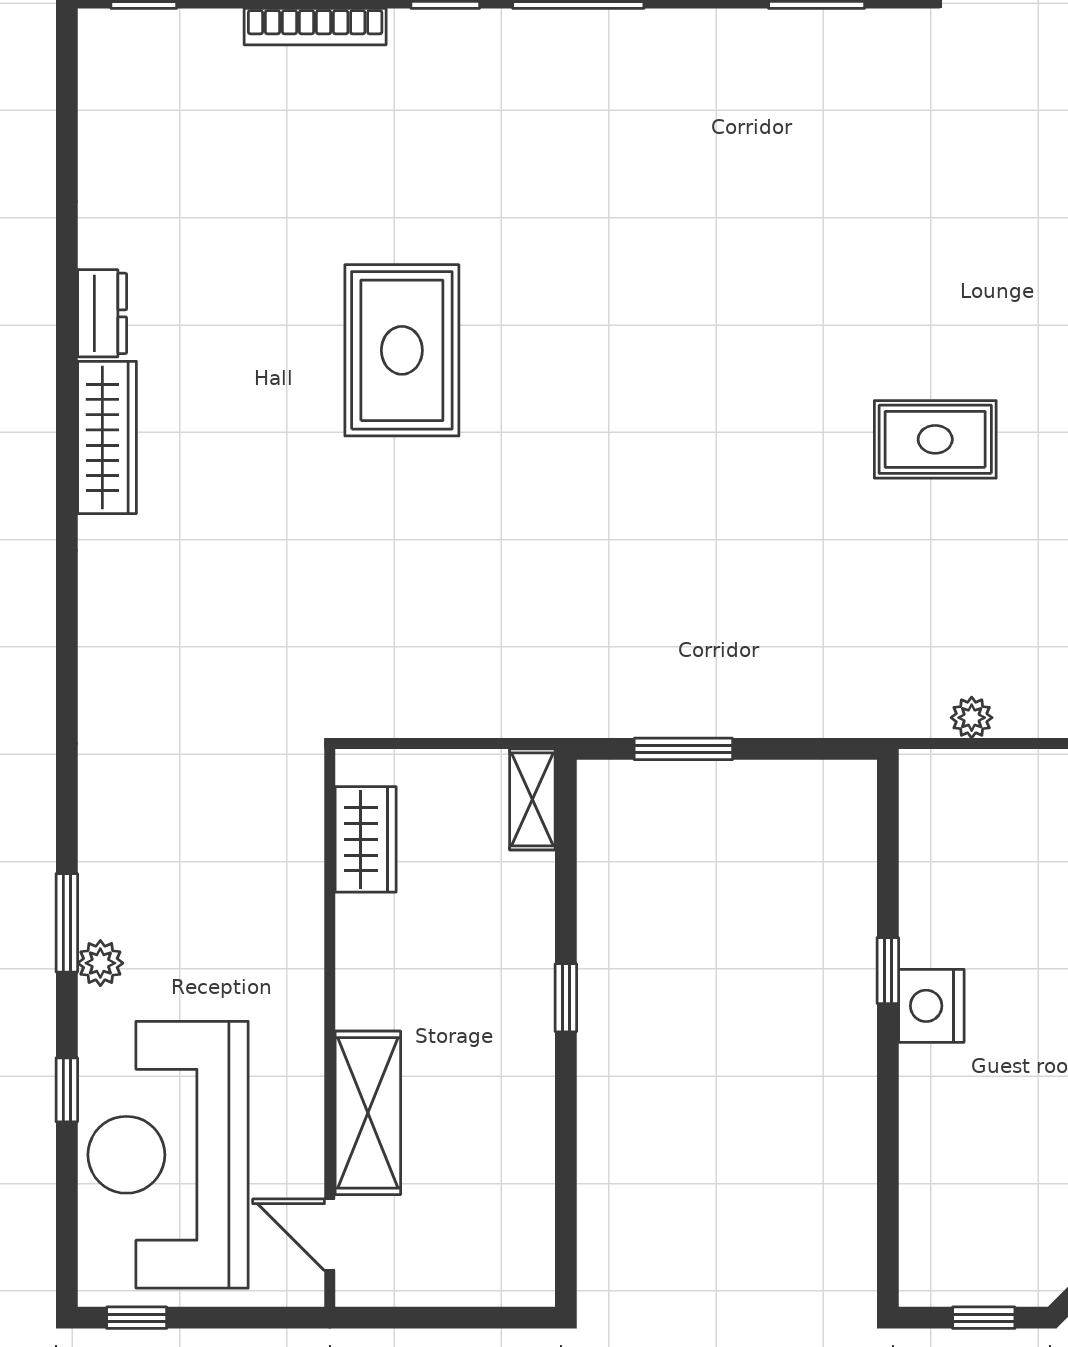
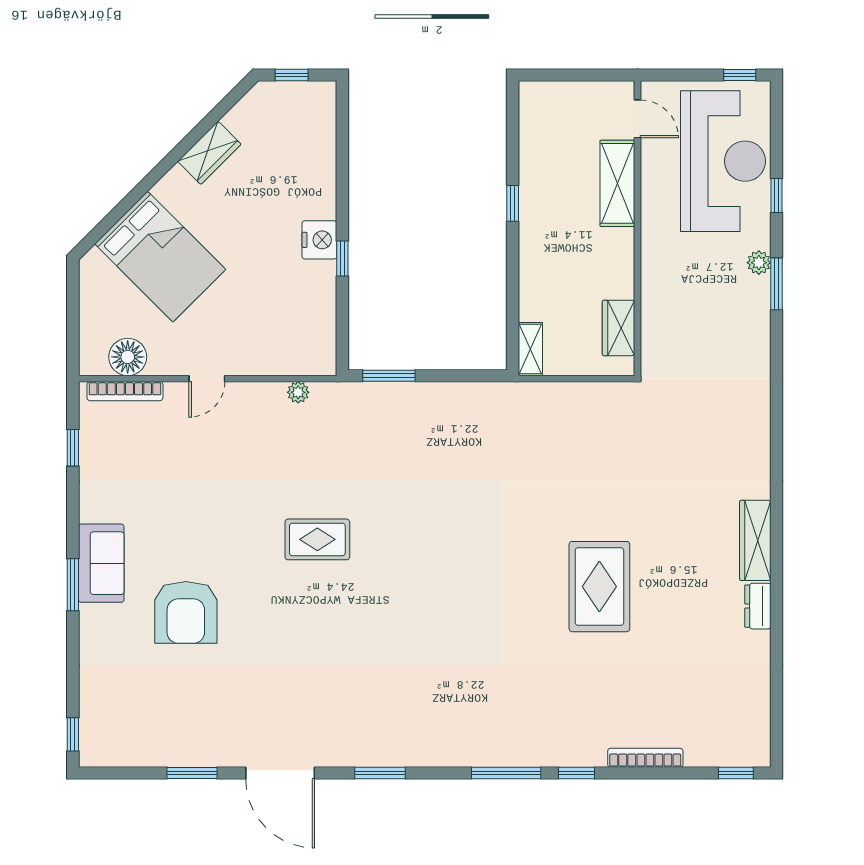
window: (683, 749) -> (389, 376), moved
window: (566, 998) -> (513, 203), moved

